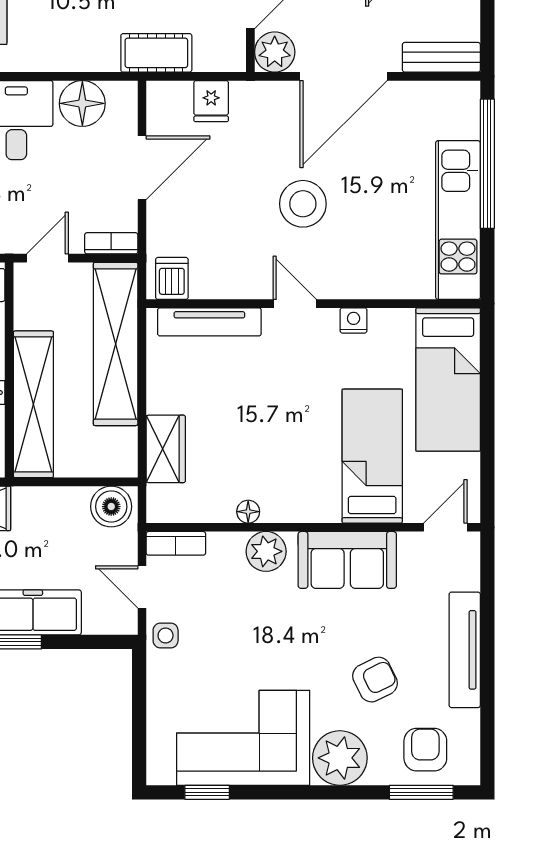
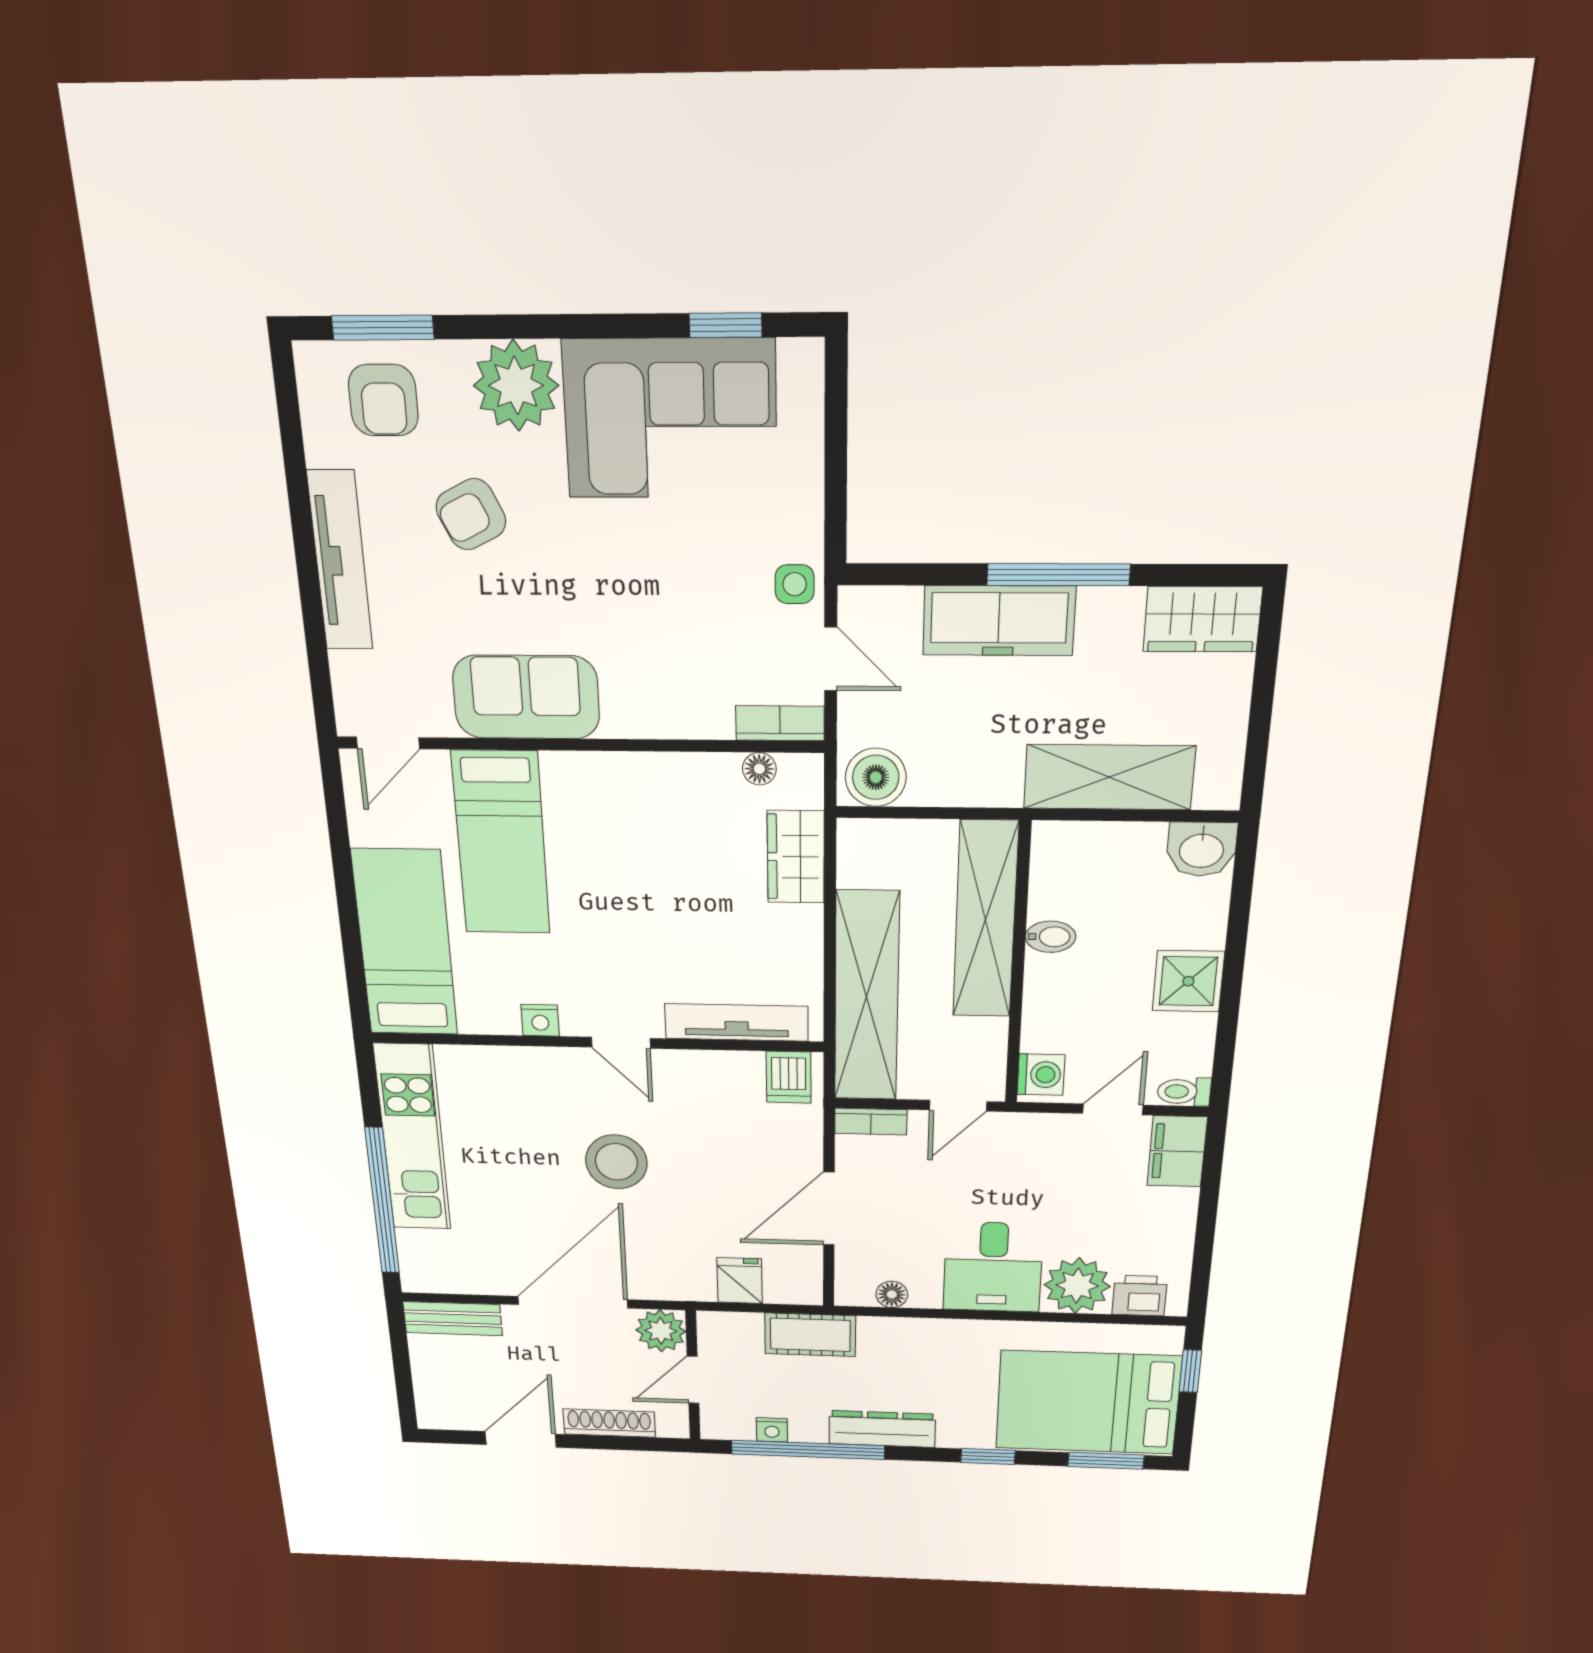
floor lamp: (82, 103) -> (892, 1294), width x0.53, depth x0.53
floor lamp: (248, 512) -> (759, 769), moved
plant: (266, 551) -> (646, 710), removed

